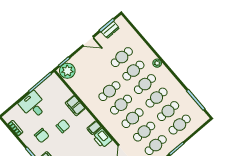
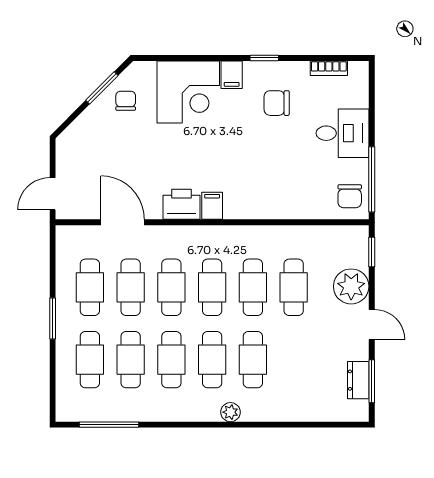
door: (88, 41) -> (372, 325), swing flipped
cafe table: (122, 57) -> (294, 287), moved
plant: (67, 71) -> (351, 286), moved
filing cabinet: (75, 106) -> (279, 206), removed
chair: (63, 126) -> (350, 196), moved

